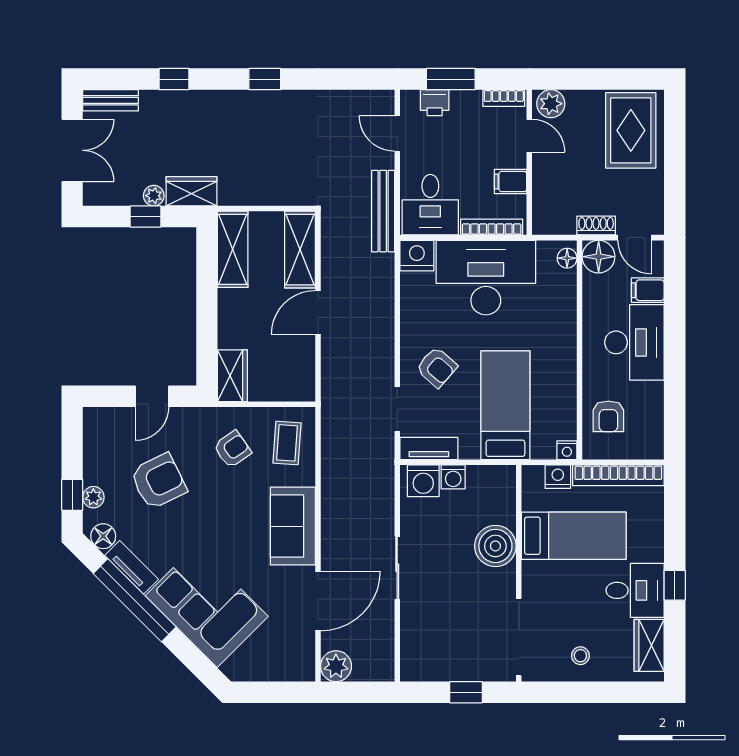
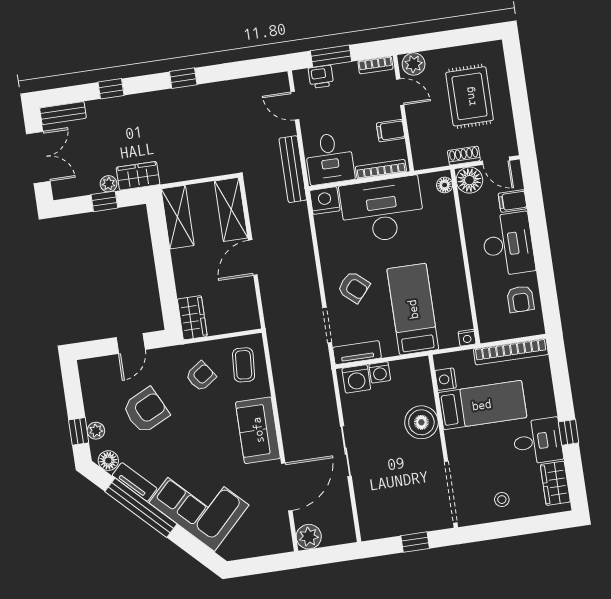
rug: (631, 130) -> (470, 96), moved
armchair: (608, 416) -> (520, 299), moved
nightstand: (558, 477) -> (446, 379), moved, turned -90

